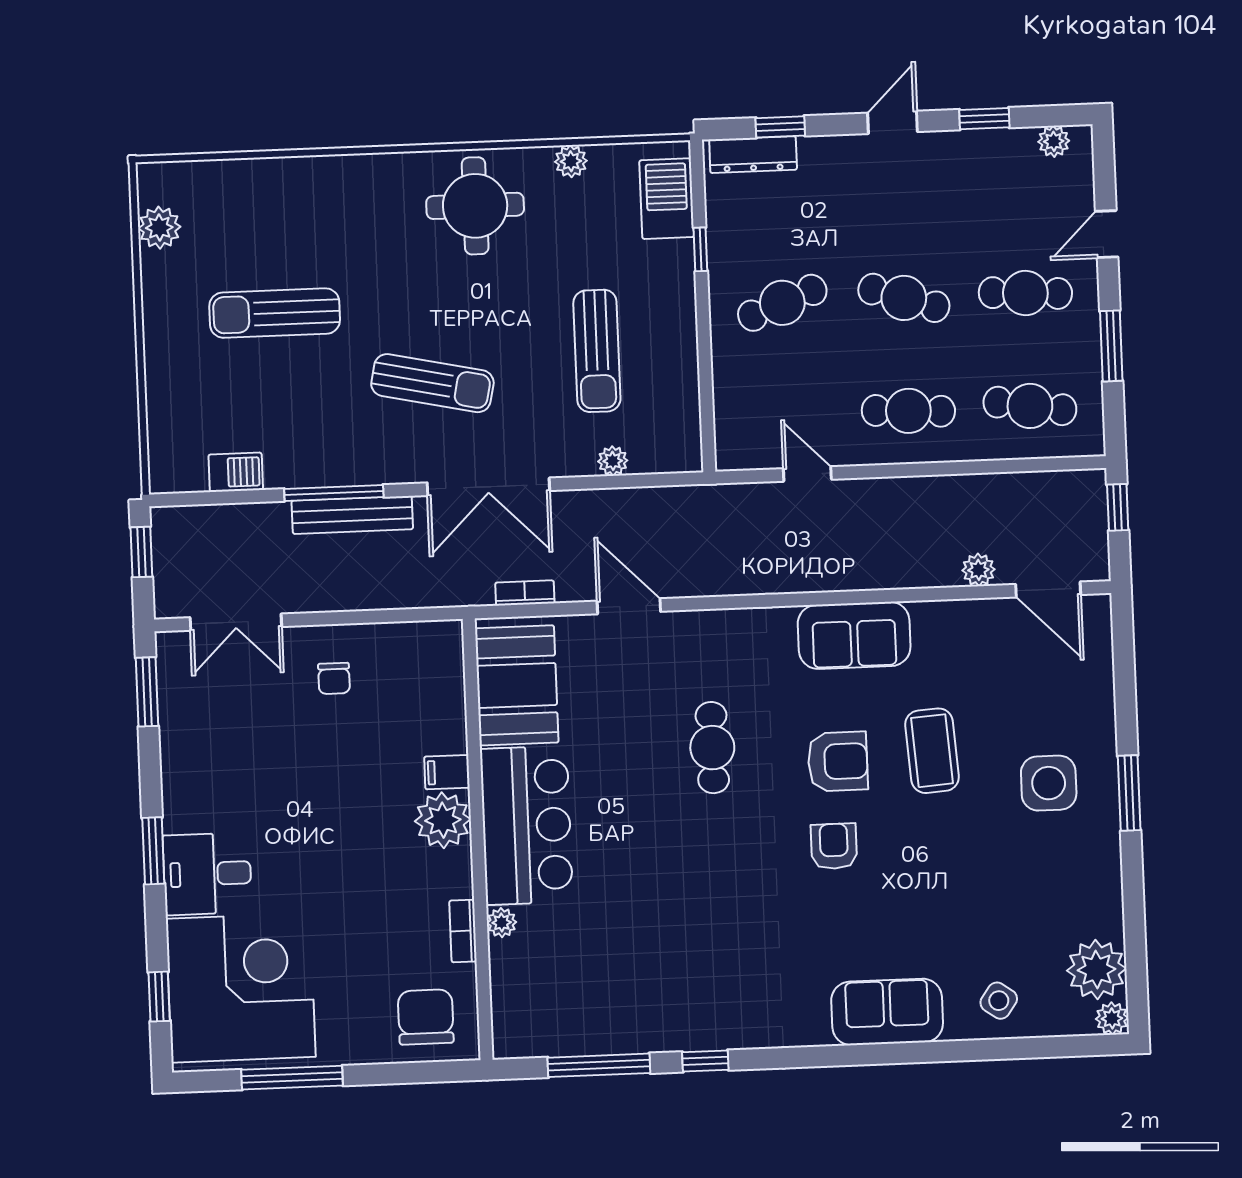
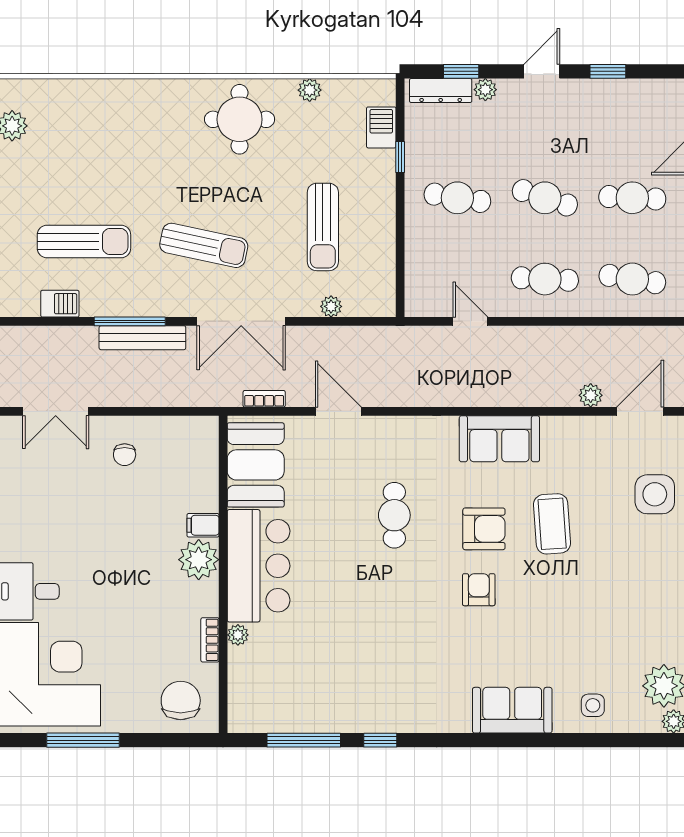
plant: (1054, 141) -> (485, 90), moved
barbecue: (667, 199) -> (381, 127), width x0.73, depth x0.79
cafe table: (782, 303) -> (457, 198), turned 30
sun lounger: (275, 313) -> (84, 241), moved, turned 180
door: (1048, 589) -> (640, 411), swing flipped
side table: (1049, 783) -> (655, 494), moved
side table: (999, 1001) -> (593, 705), turned -35

